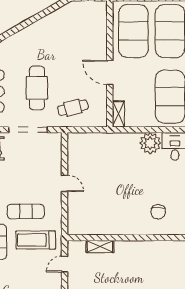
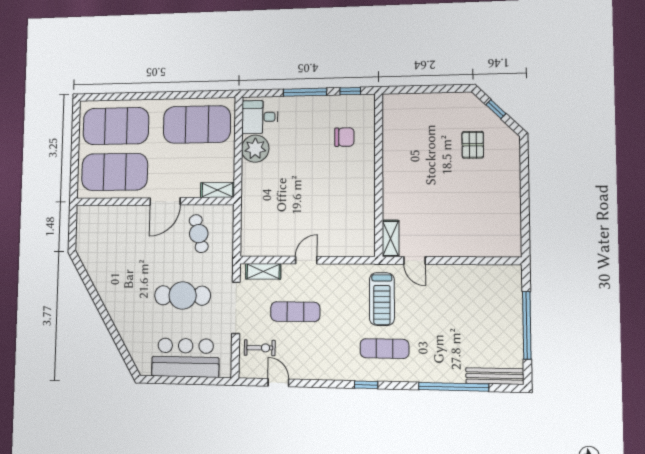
cafe table: (73, 108) -> (199, 234), moved
shelving: (56, 150) -> (263, 271), added
exercise mat: (26, 211) -> (295, 312), moved, turned 90
shelving: (100, 247) -> (391, 238), moved

